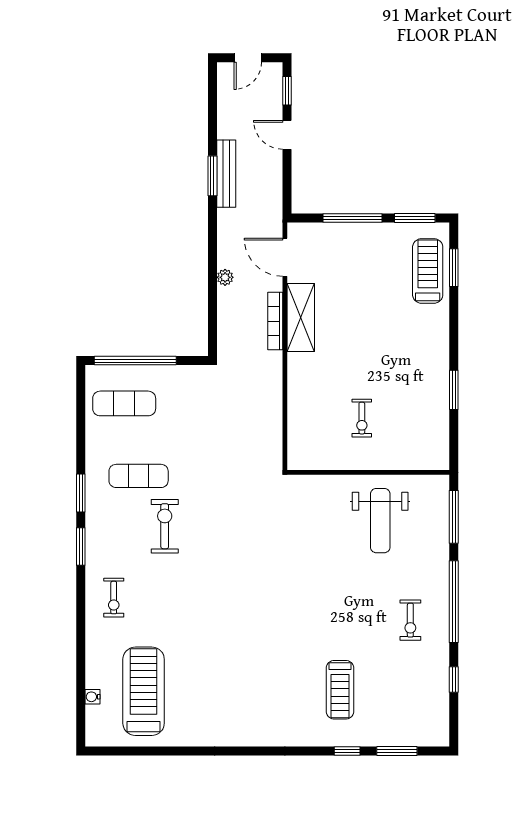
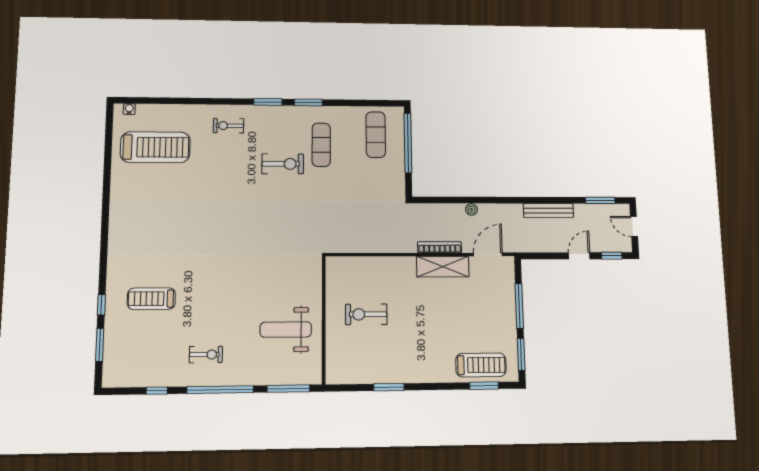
window: (212, 176) -> (600, 200), moved
exercise bike: (362, 418) -> (366, 314), width x1.38, depth x1.39
exercise bike: (410, 620) -> (206, 355), turned 180
water cooler: (93, 697) -> (129, 109), moved

